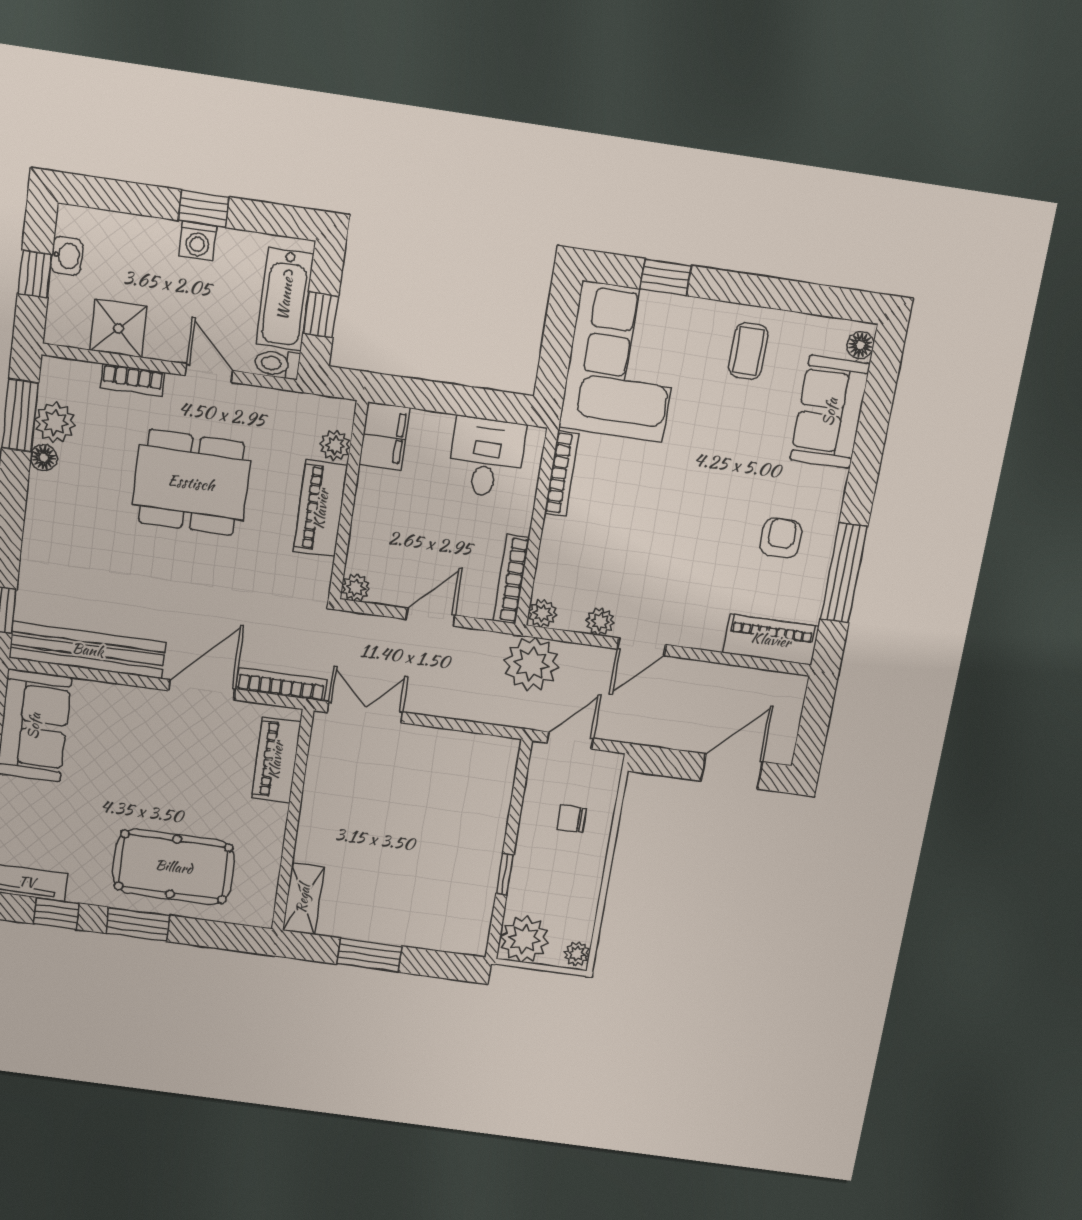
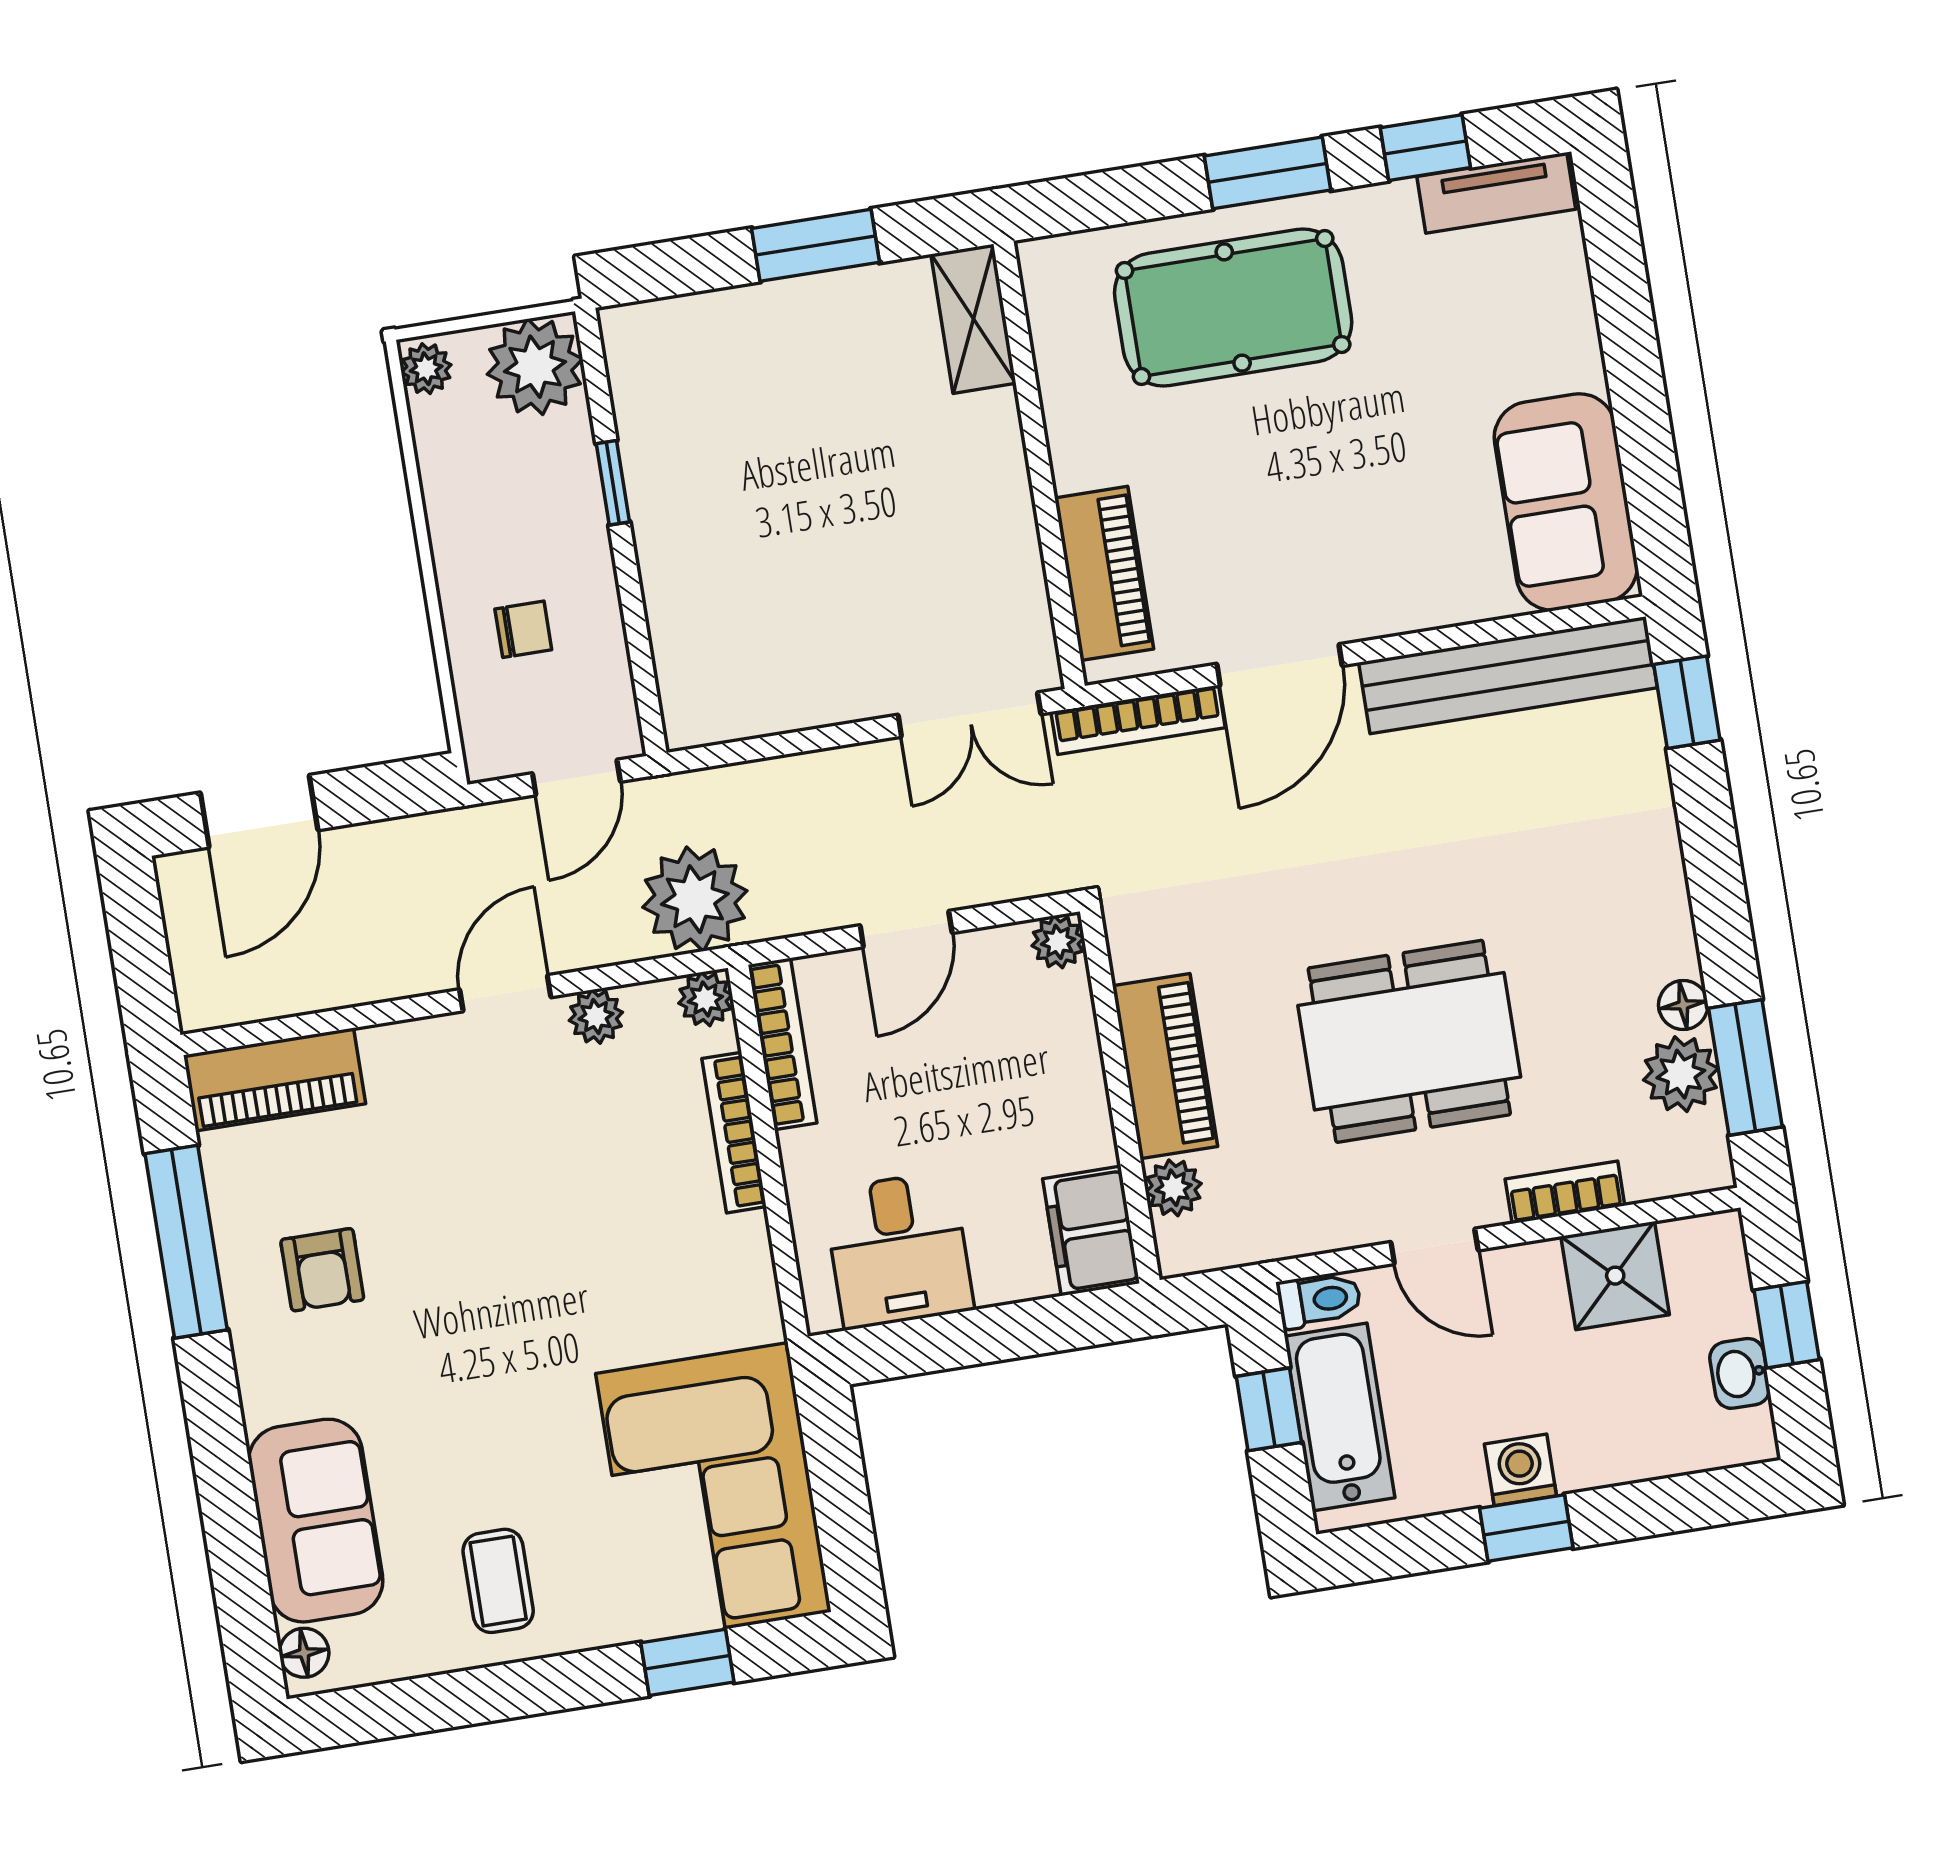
bookcase: (562, 473) -> (734, 1133), moved

